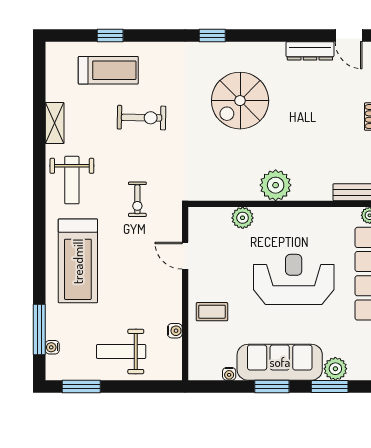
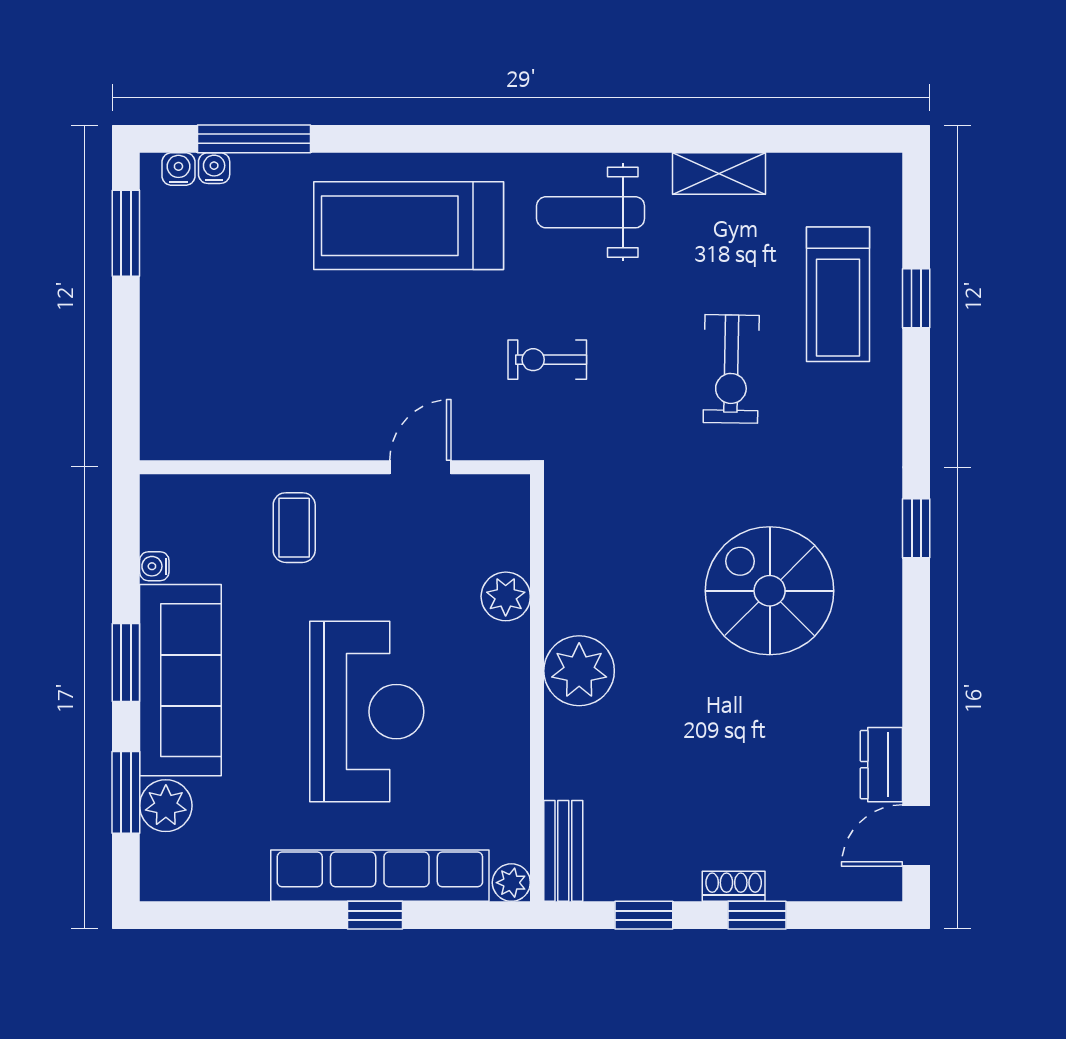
dresser: (310, 51) -> (881, 765), width x0.70
water cooler: (175, 331) -> (178, 169), moved, turned 180
weight bench: (121, 351) -> (205, 323), removed

